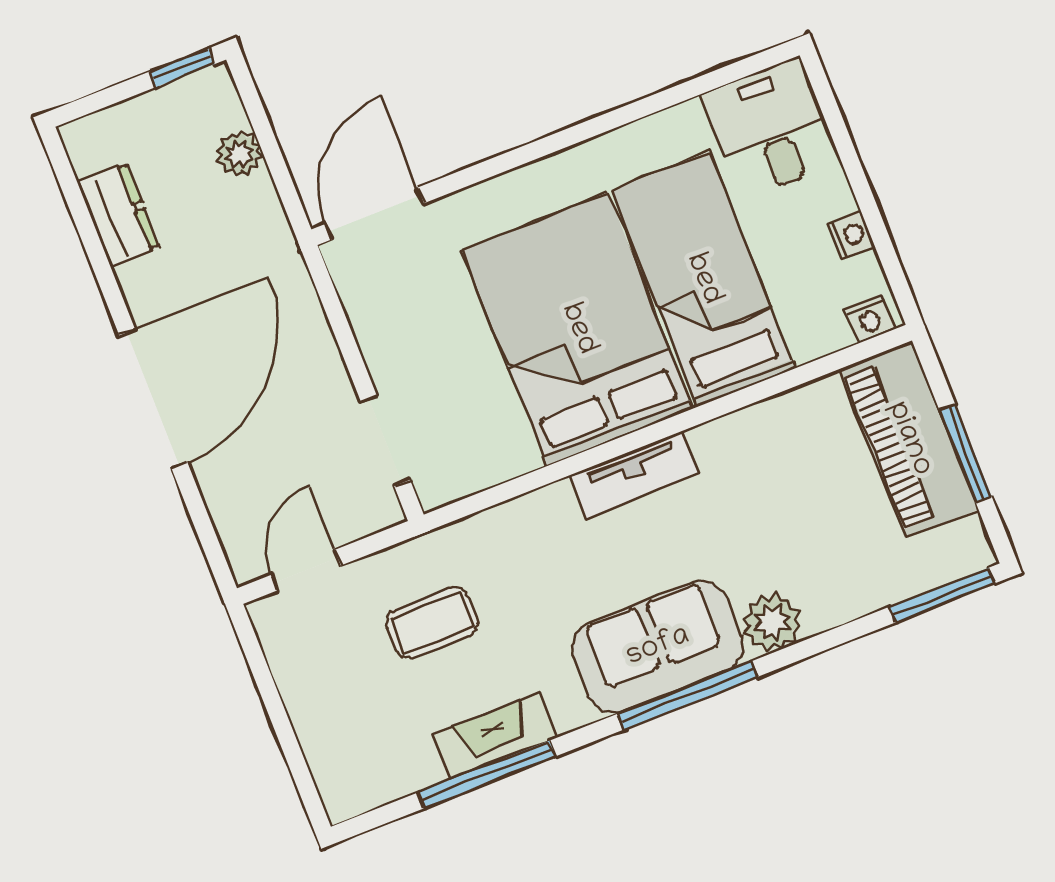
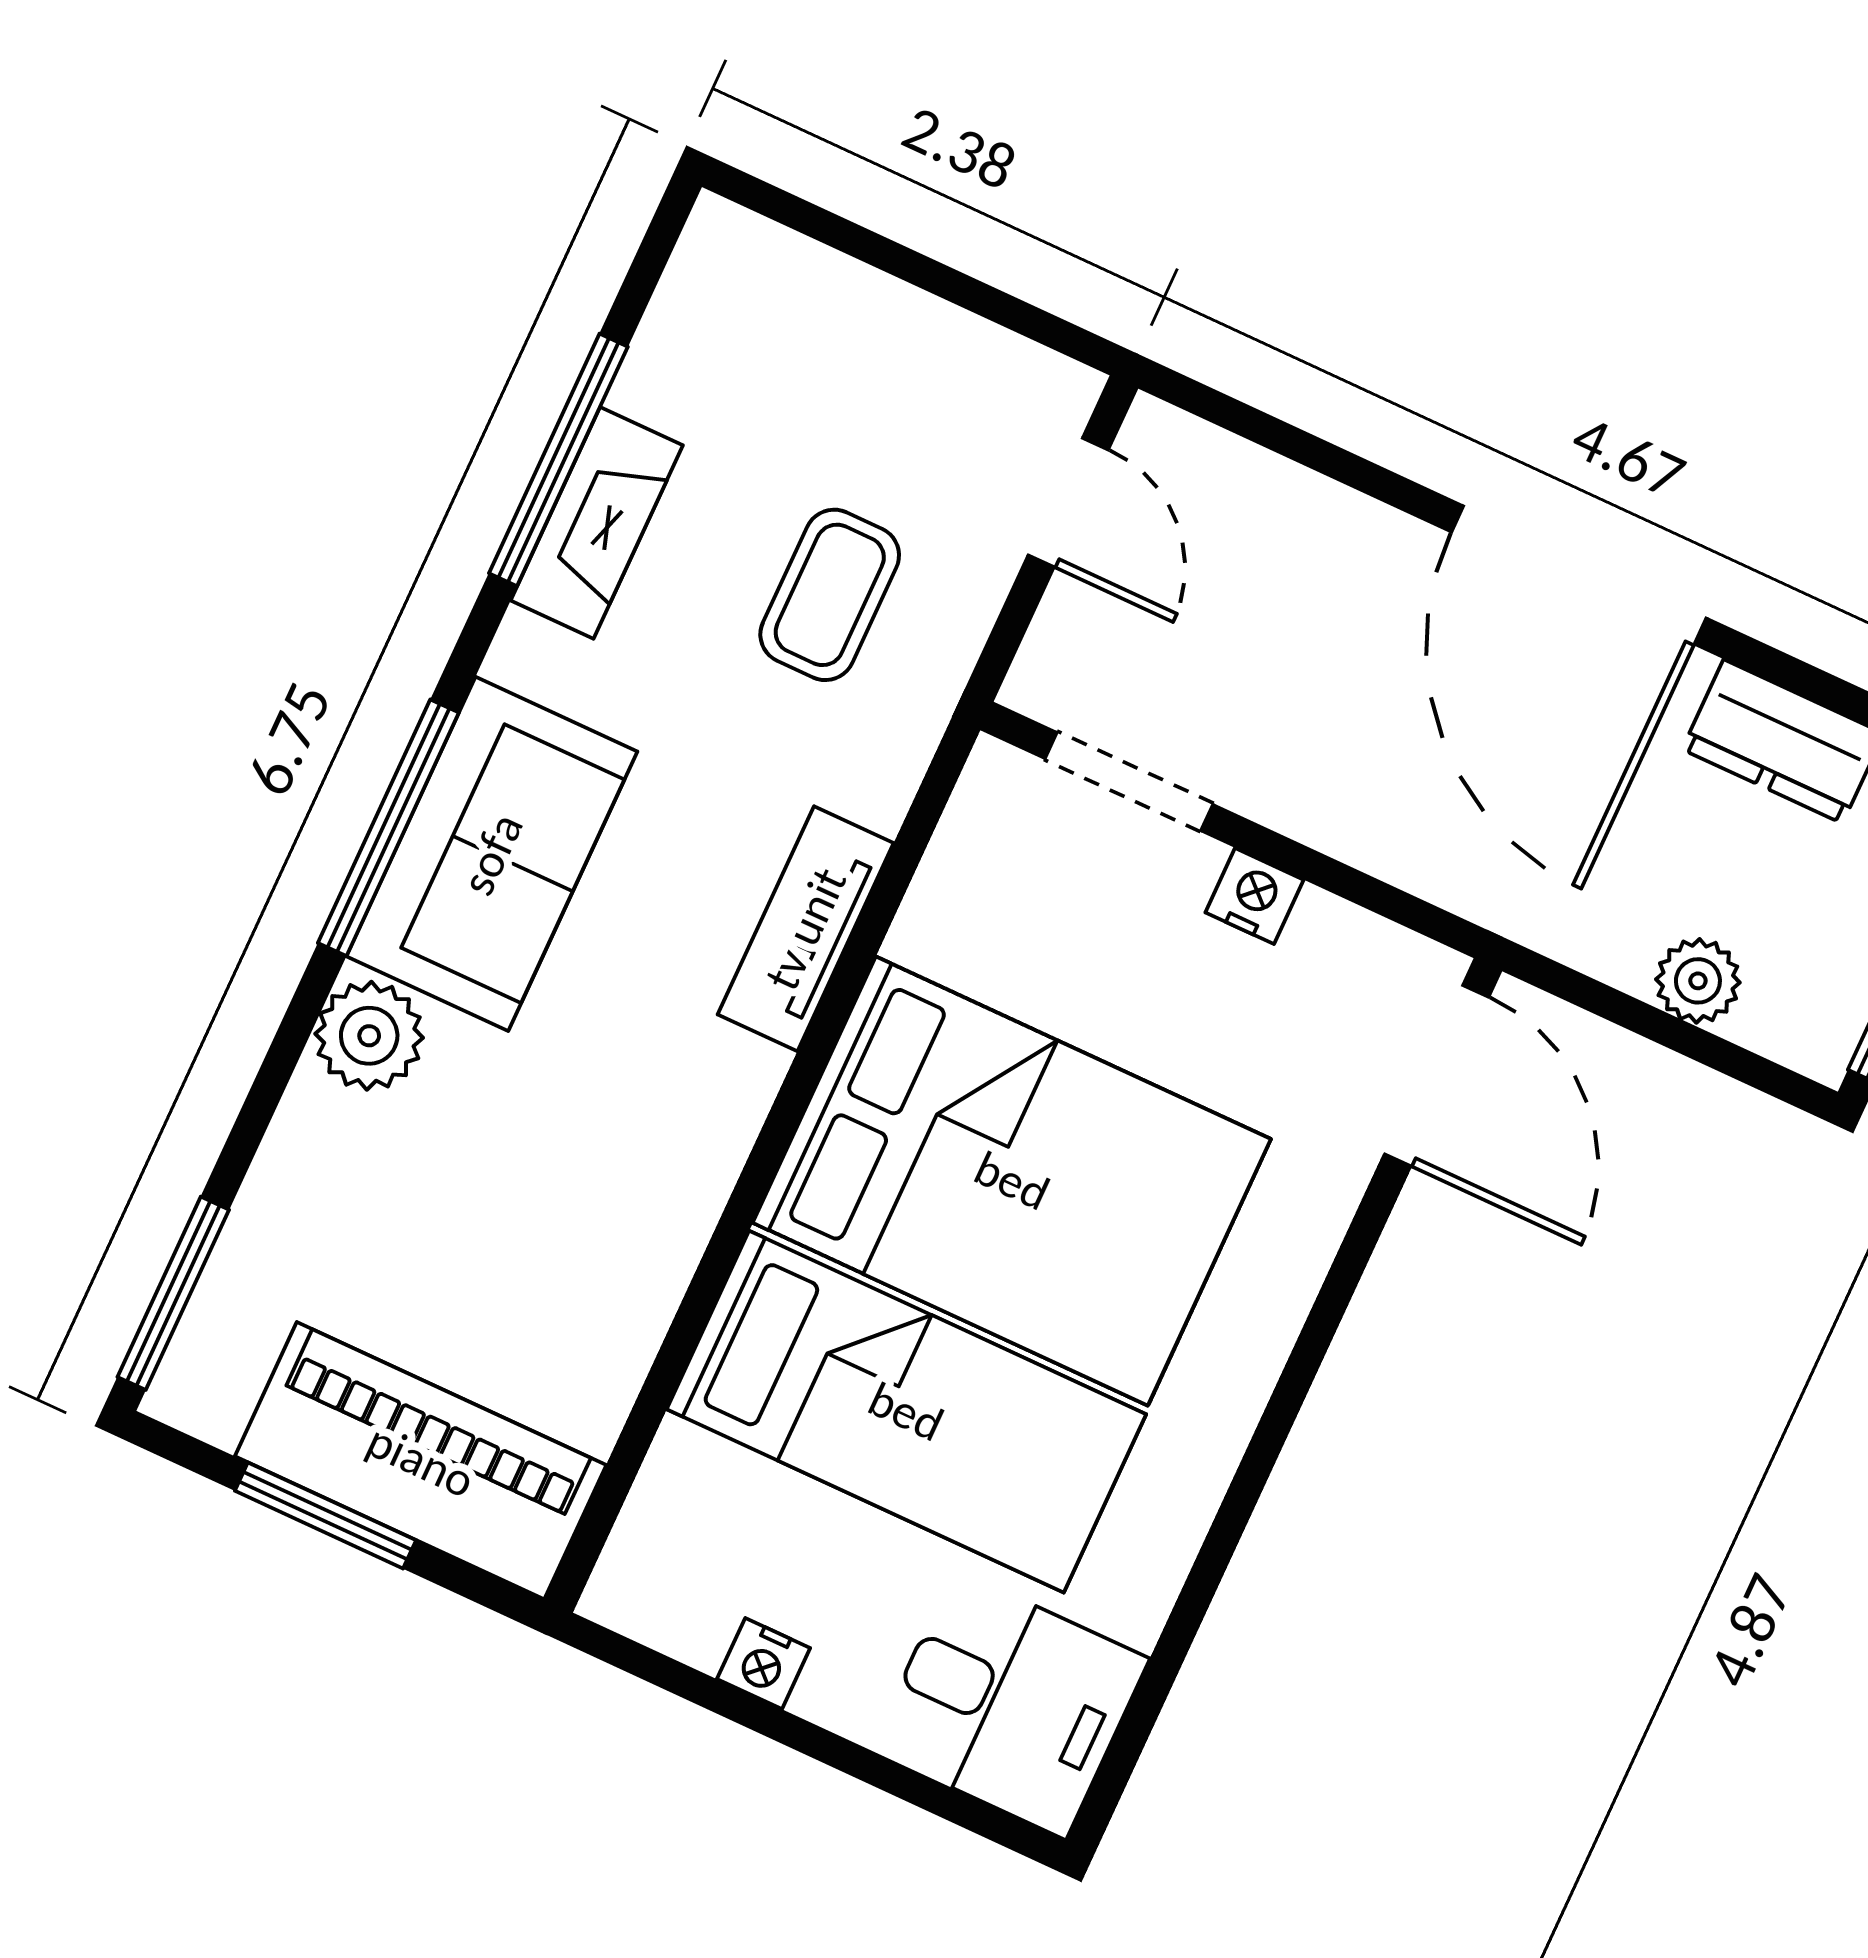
nightstand: (870, 319) -> (1254, 896), moved, turned 90
door: (153, 399) -> (1579, 575), moved
tv unit: (635, 475) -> (806, 929), moved

